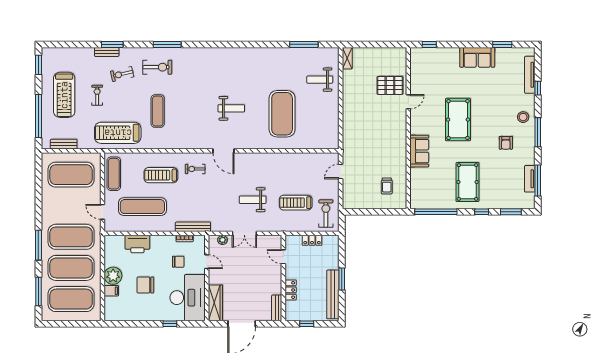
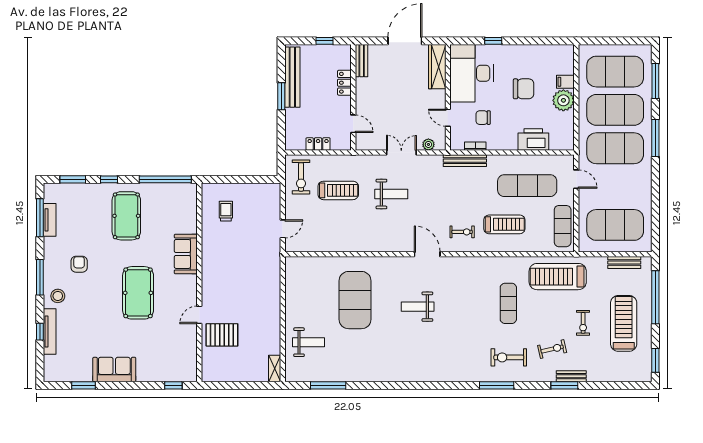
tv unit: (530, 75) -> (50, 332), moved
treadmill: (118, 133) -> (558, 277), turned 180

